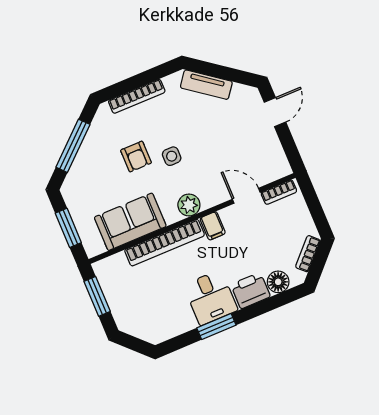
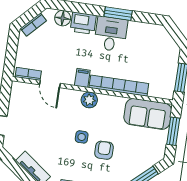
sofa: (130, 222) -> (148, 114), moved

